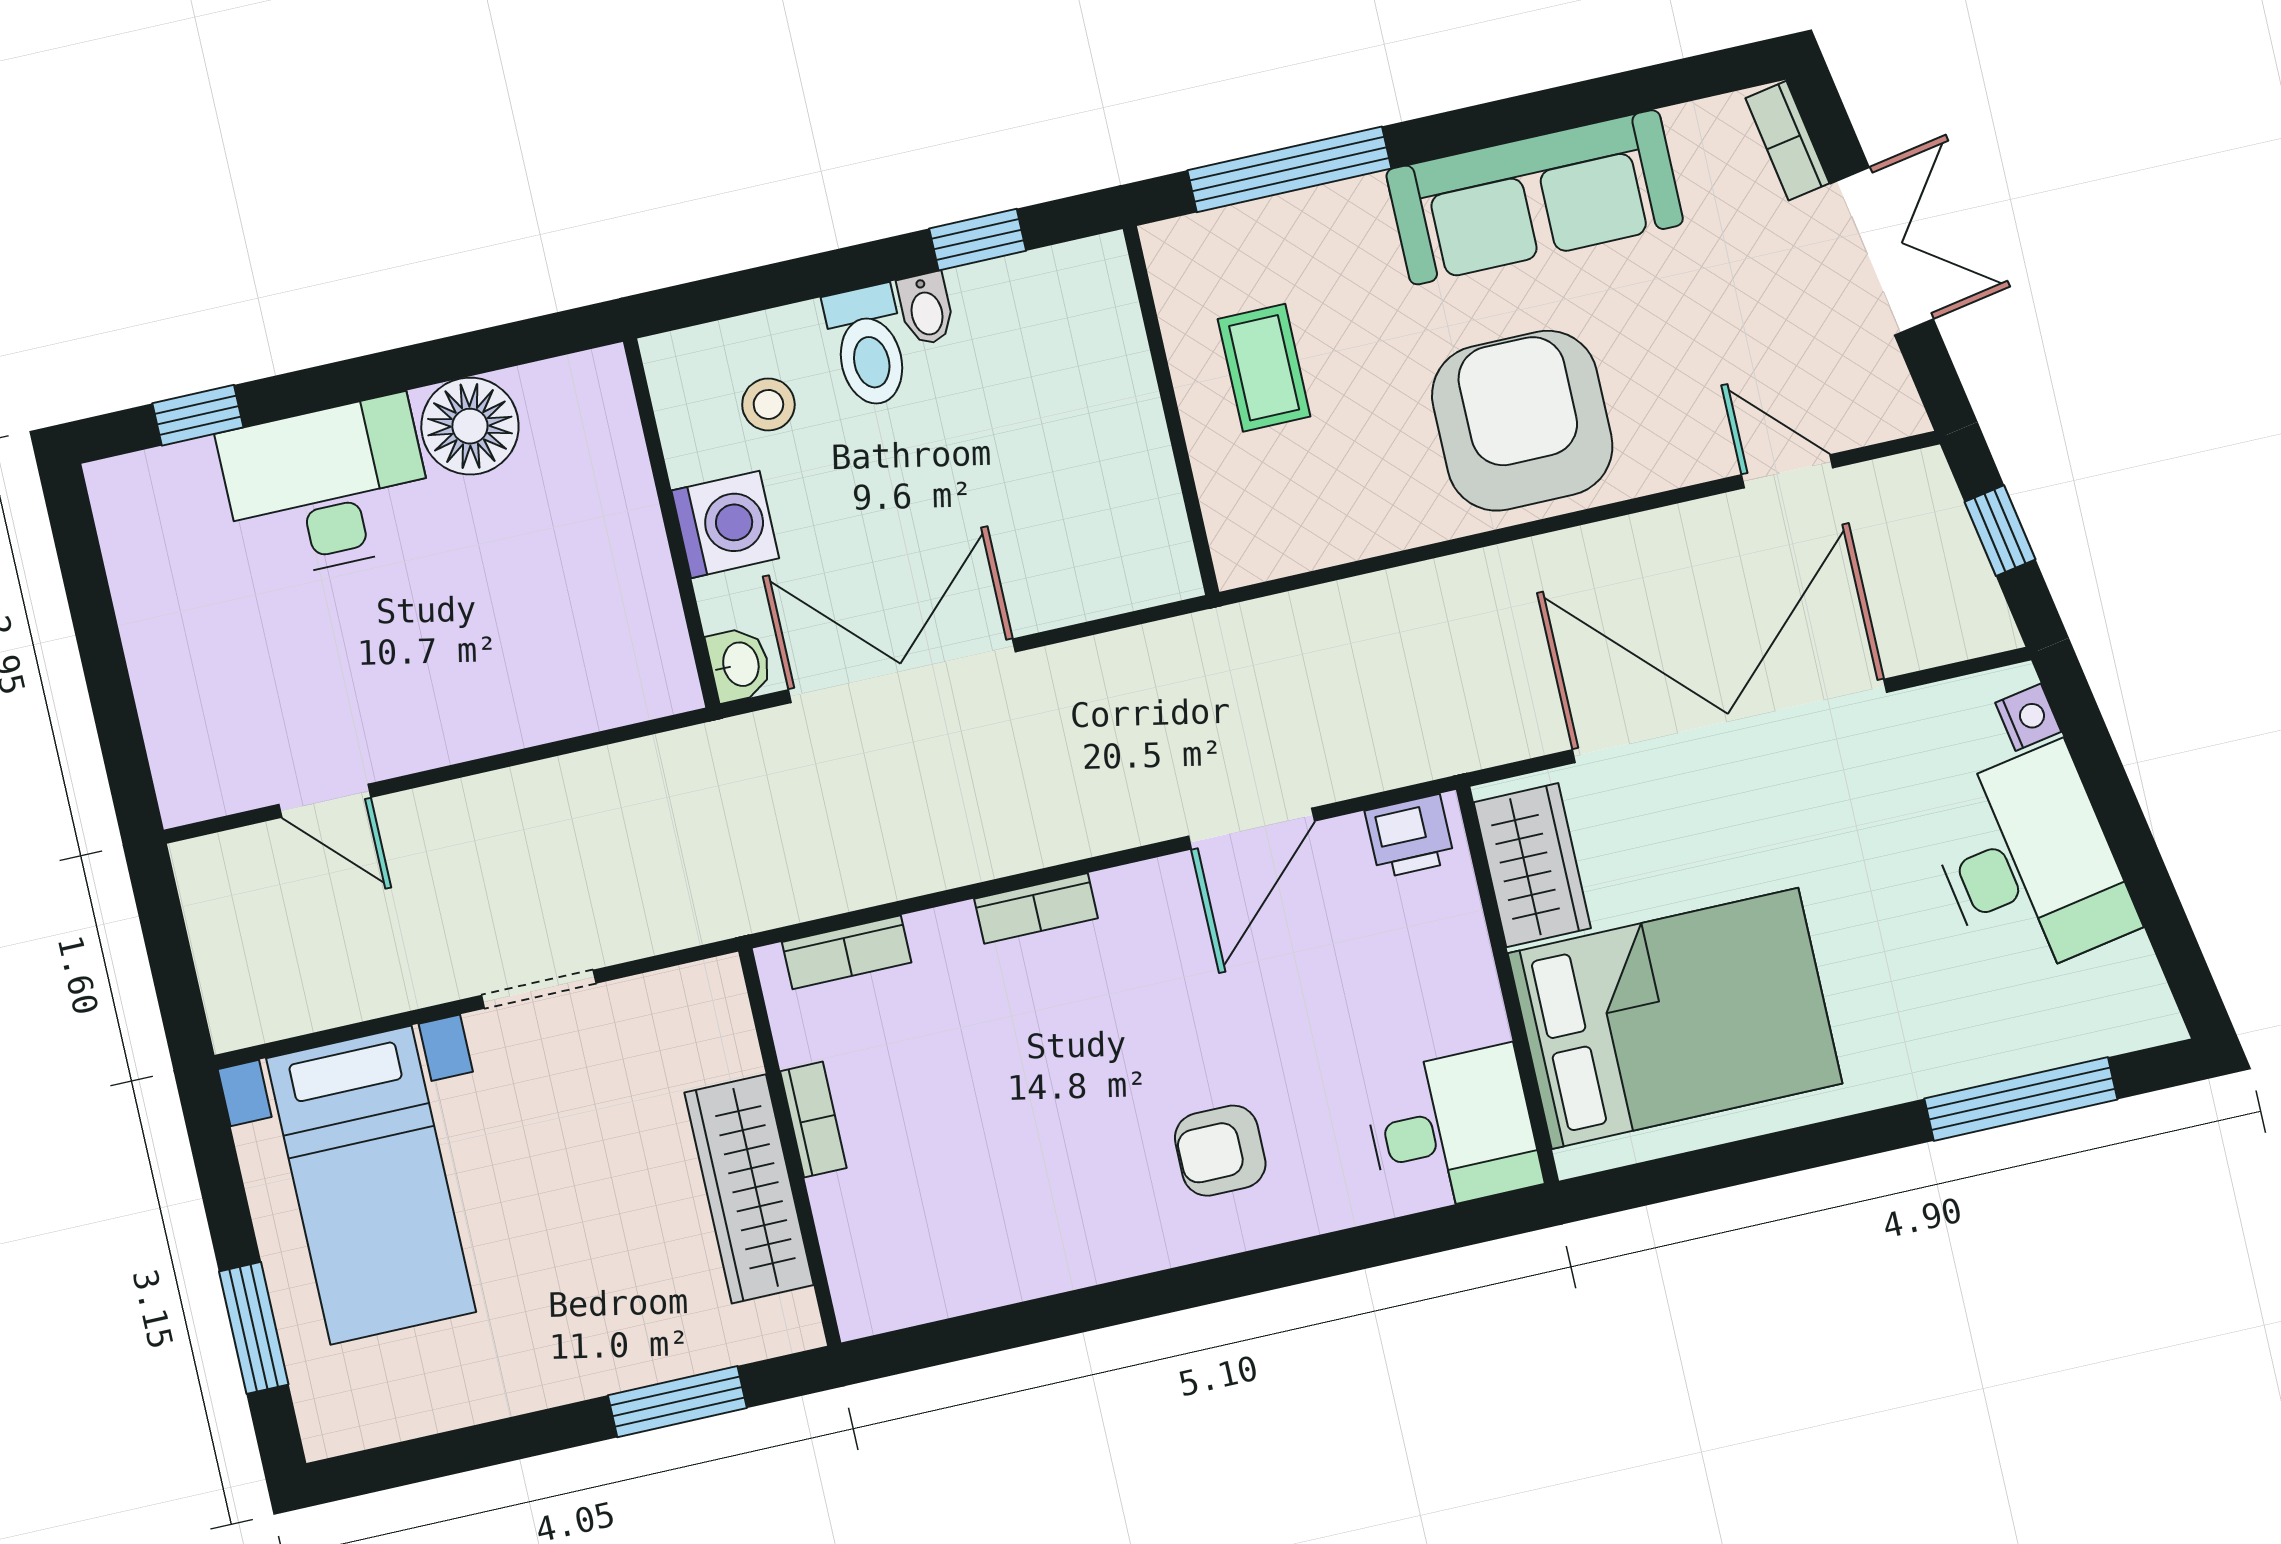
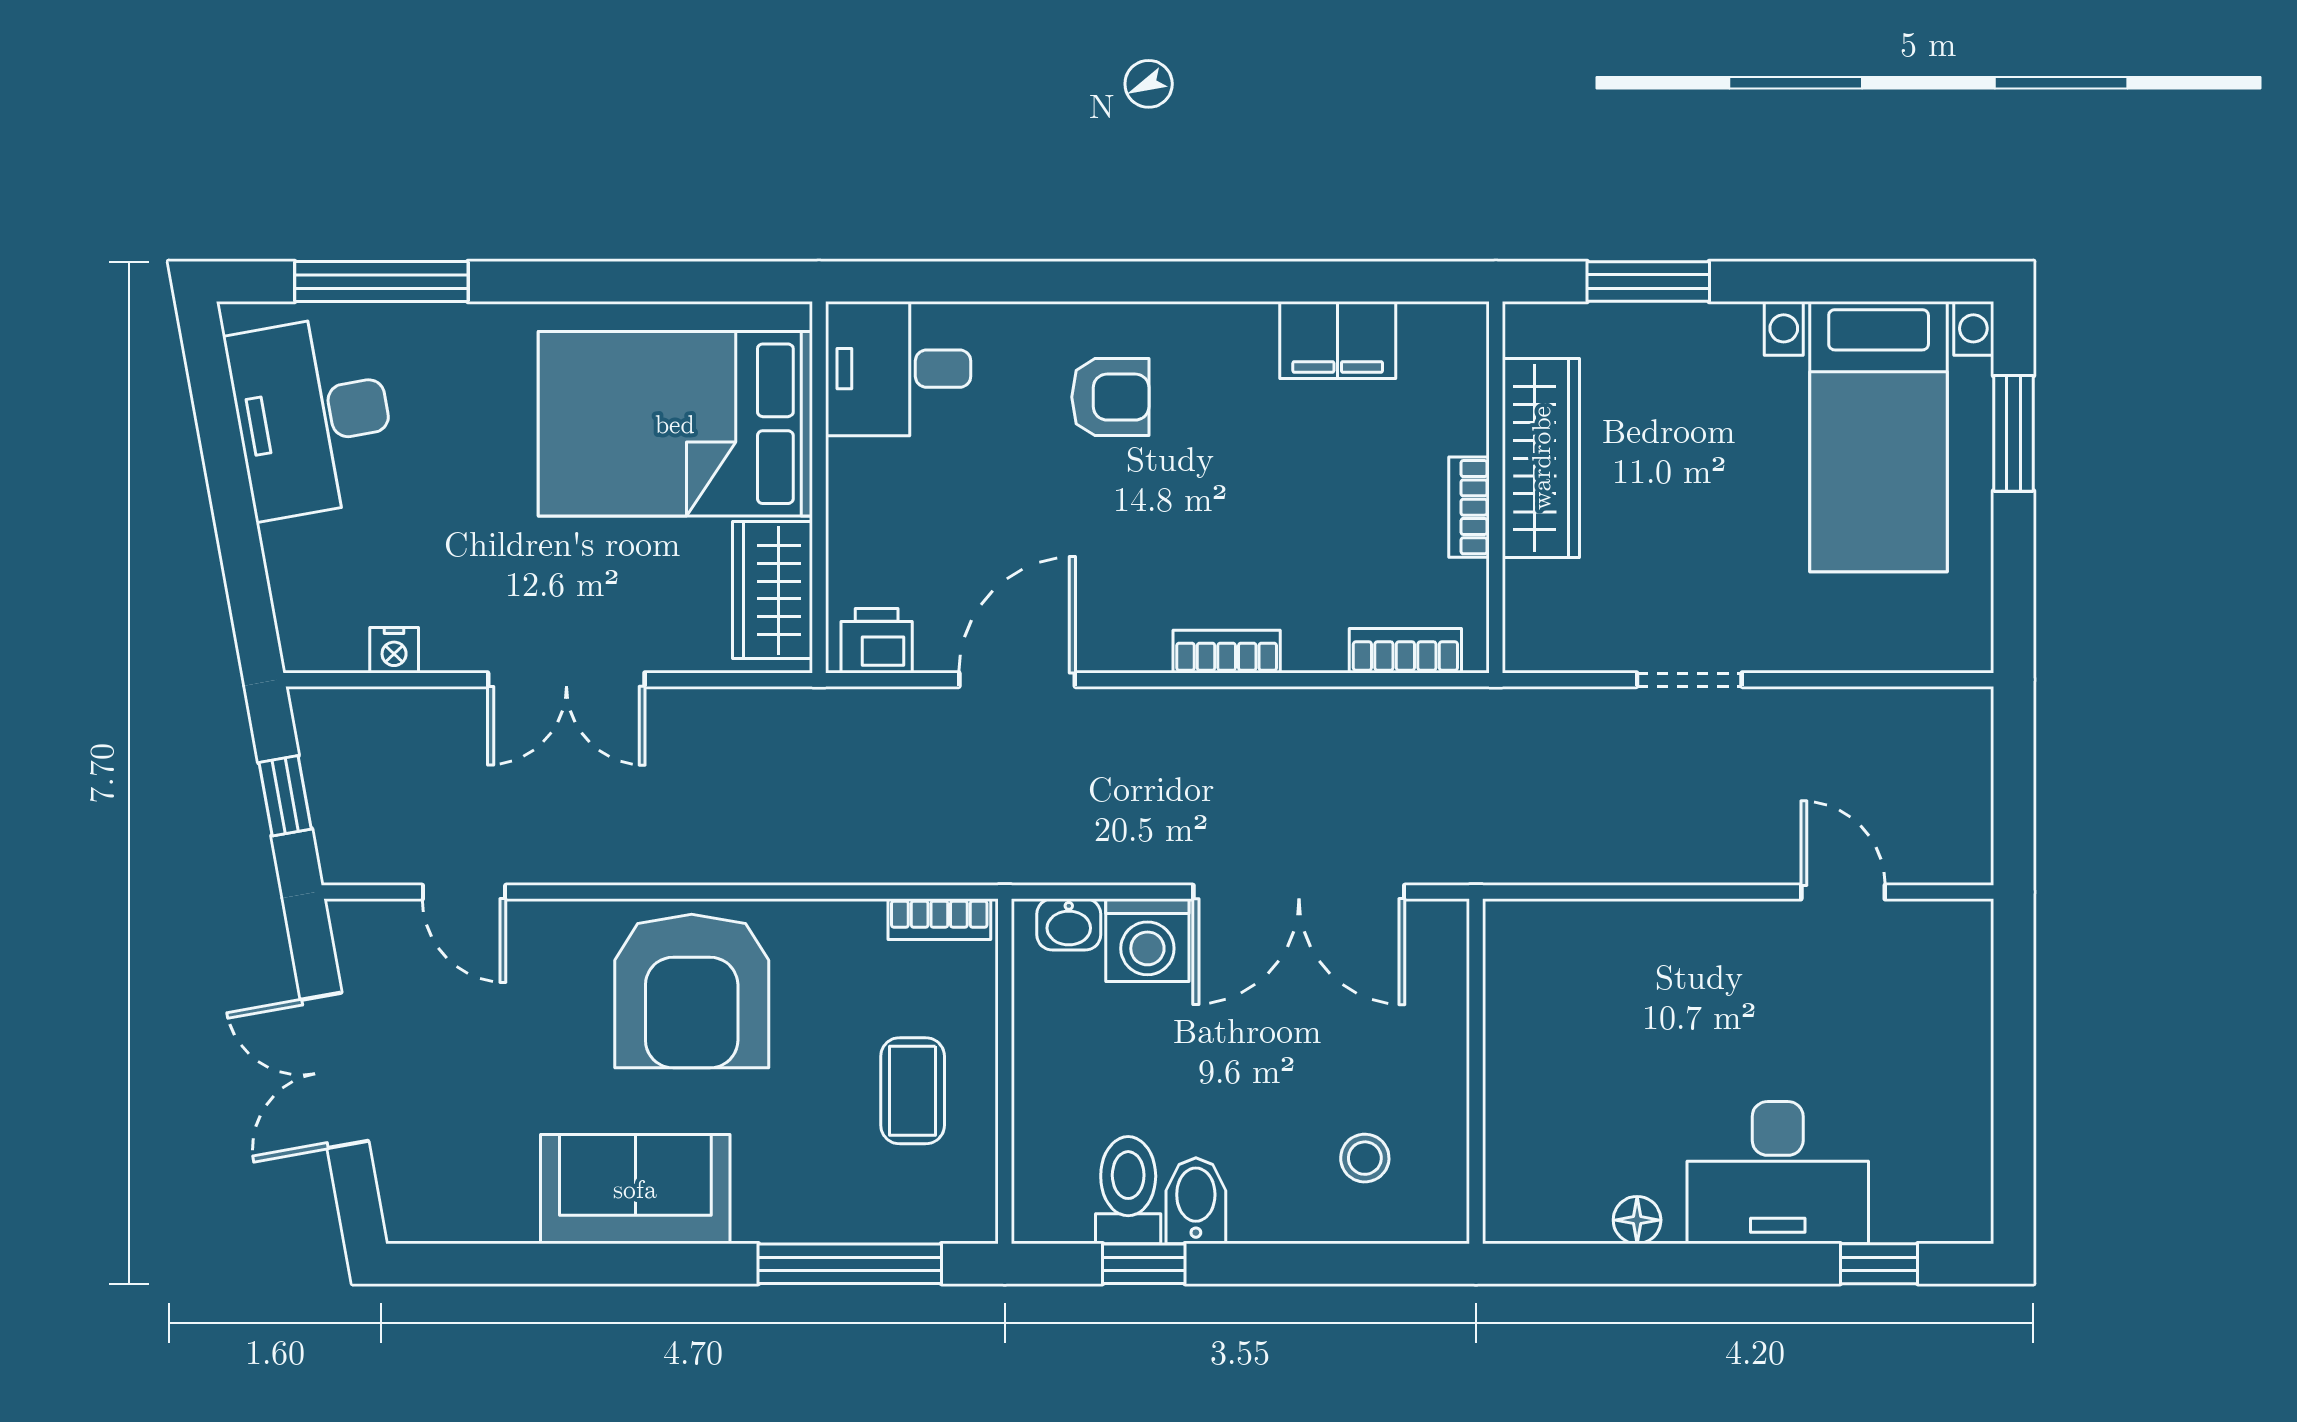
bookcase: (1788, 141) -> (939, 919), moved, turned 100
sofa: (1535, 197) -> (635, 1189), width x0.73
bidet: (926, 309) -> (1196, 1201), width x1.38, depth x1.36
toilet: (868, 346) -> (1128, 1190), moved
floor lamp: (470, 426) -> (1637, 1220), width x0.53, depth x0.53
washing machine: (725, 524) -> (1147, 940), moved, turned -90
washbasin: (739, 665) -> (1069, 924), moved, turned -90
nightstand: (2028, 717) -> (394, 650), moved, turned -80
double door: (1730, 721) -> (566, 680), width x0.54
desk: (2029, 864) -> (313, 416), moved
bed with nightstands: (371, 1185) -> (1879, 437), moved, turned 180
filing cabinet: (993, 1265) -> (1338, 340), added

